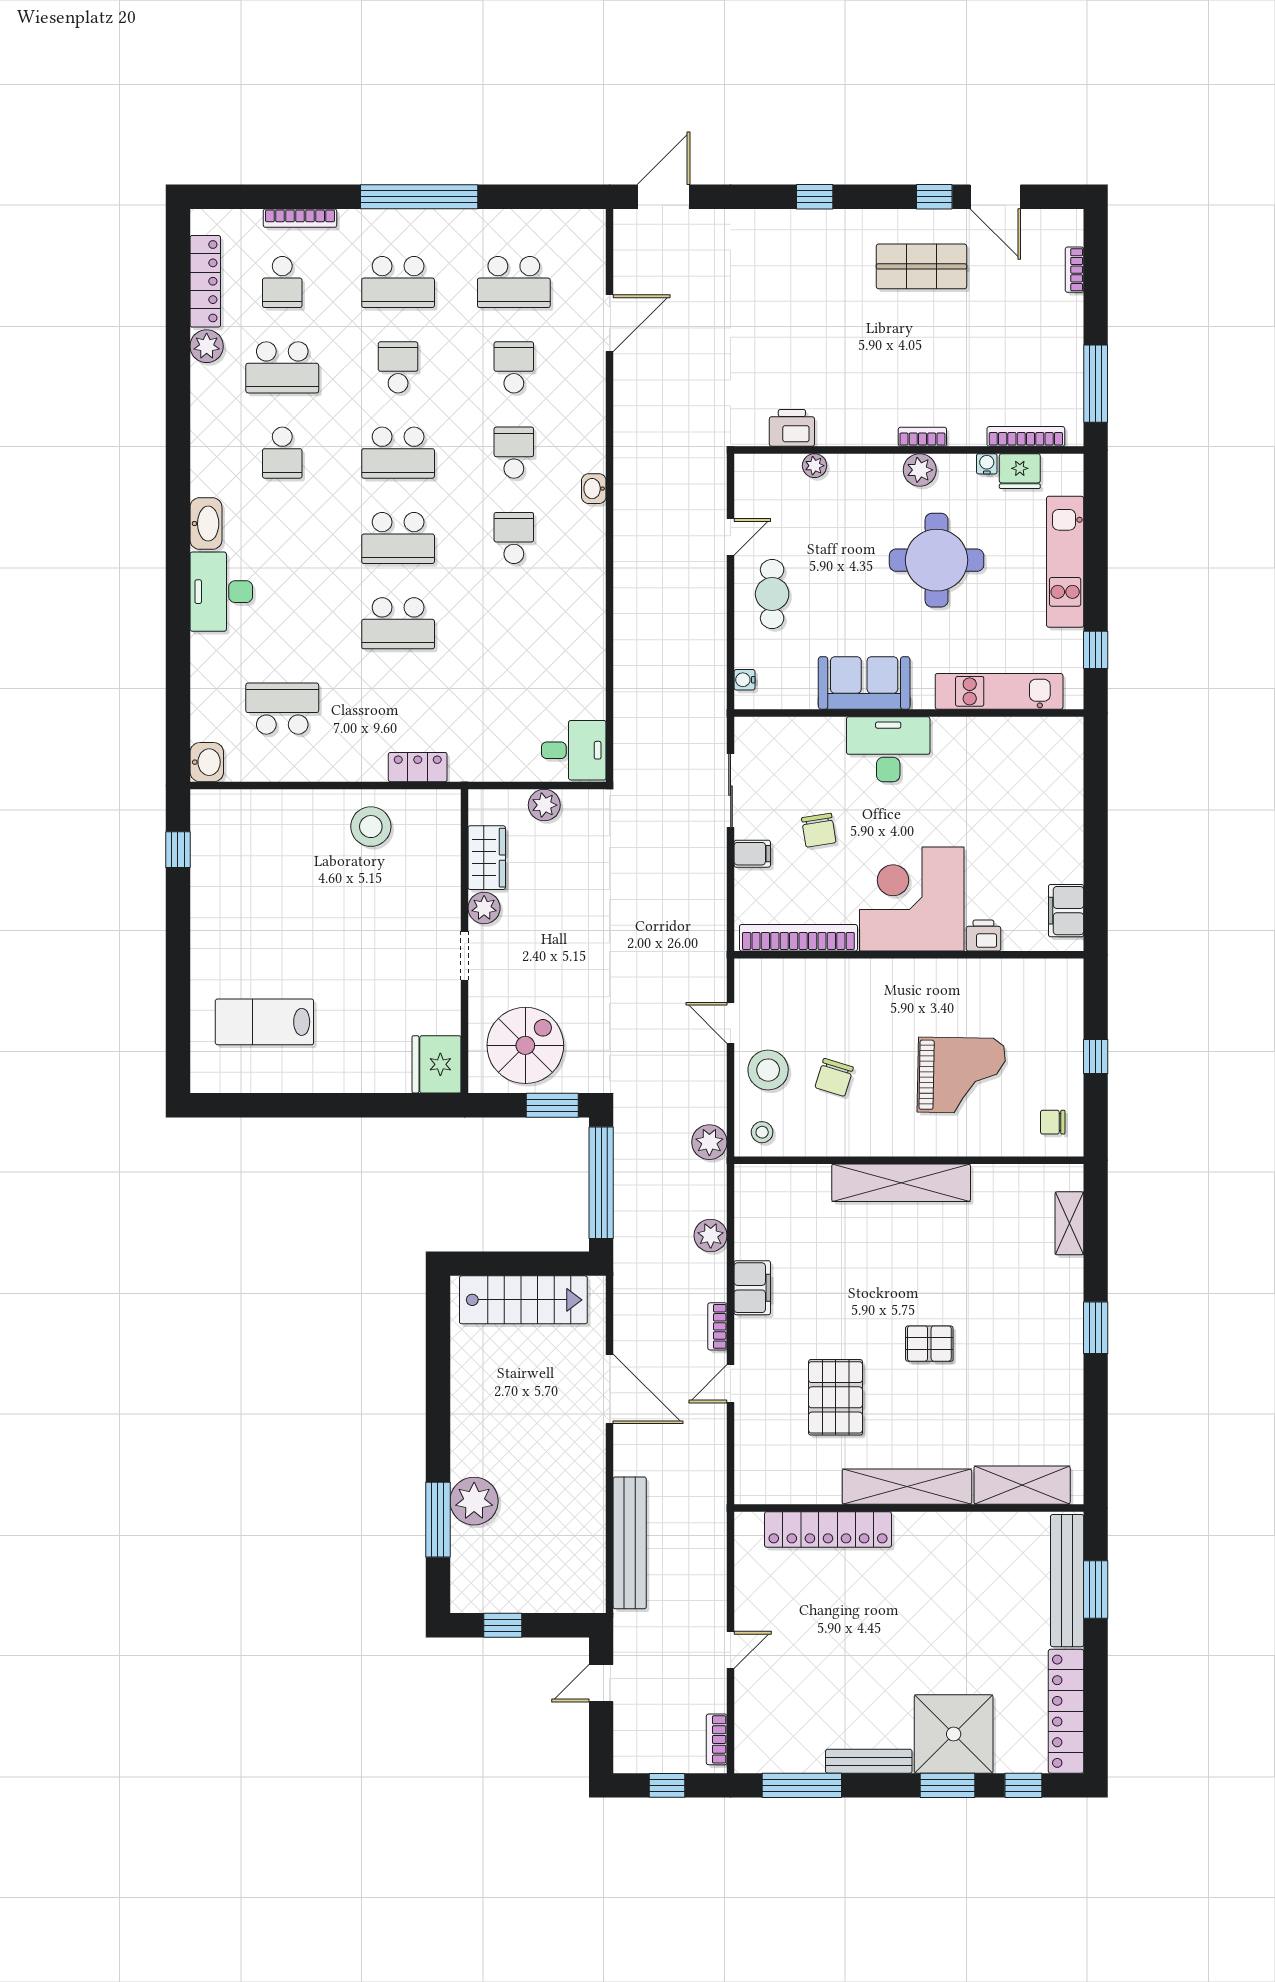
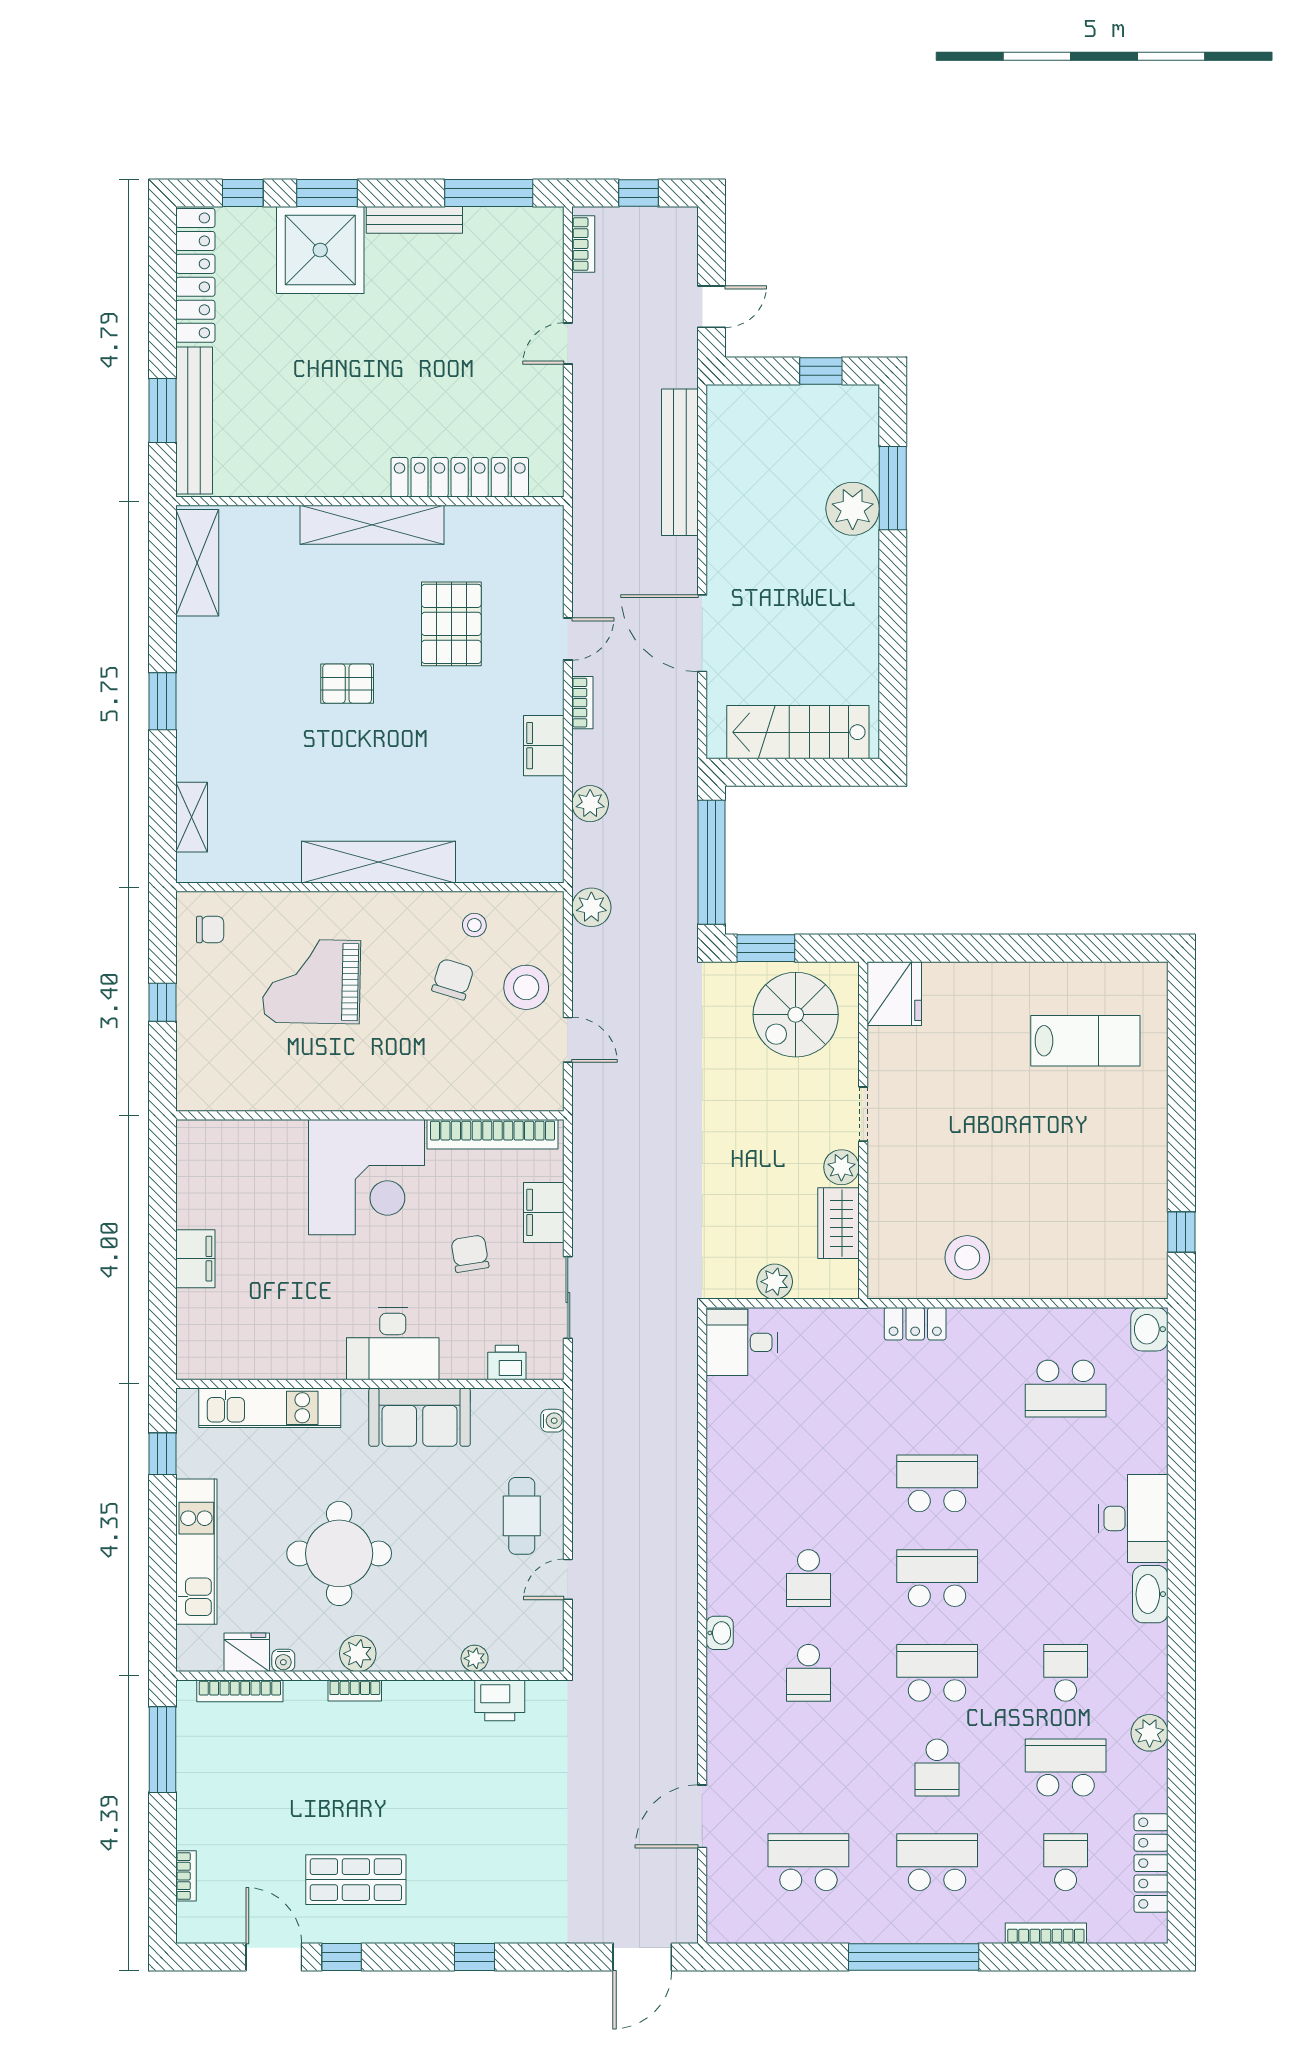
plant: (207, 346) -> (1150, 1733), moved
school desk: (514, 367) -> (808, 1768), removed
filing cabinet: (752, 854) -> (544, 1212), width x2.00
filing cabinet: (1066, 911) -> (195, 1259), moved
printer: (983, 936) -> (507, 1362), moved, turned 180
stool: (762, 1132) -> (474, 925), moved
shelving: (1022, 1485) -> (197, 563), moved, turned 90

